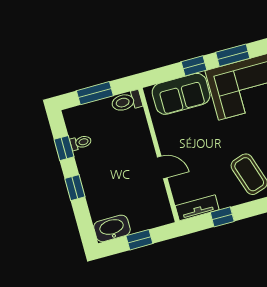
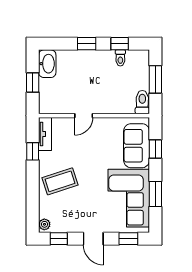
window: (194, 66) -> (155, 149), moved

